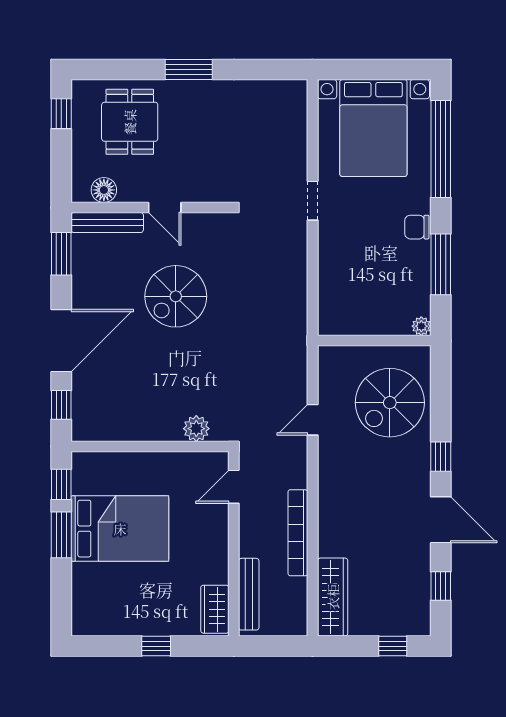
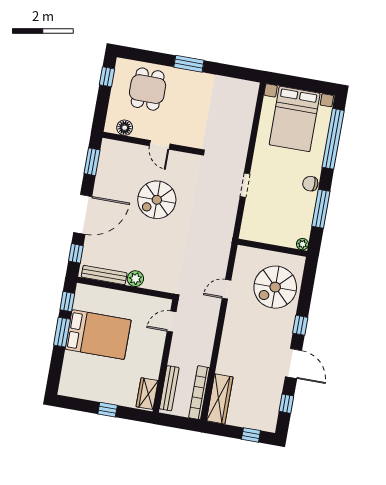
doorway: (313, 201) -> (245, 185), moved
bench: (107, 223) -> (104, 275), moved
plant: (196, 429) -> (135, 279), moved
bookcase: (298, 533) -> (199, 393), moved

